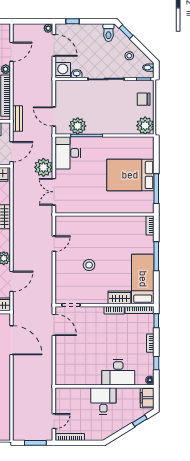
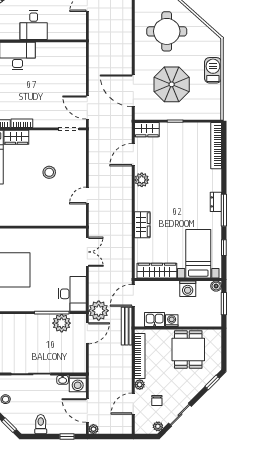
toilet: (108, 33) -> (41, 424), moved
door: (54, 117) -> (87, 333), hinge flipped
bench: (18, 119) -> (127, 326), width x1.36
plant: (43, 167) -> (99, 311), moved

